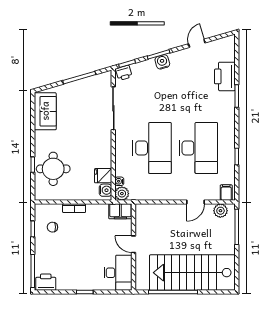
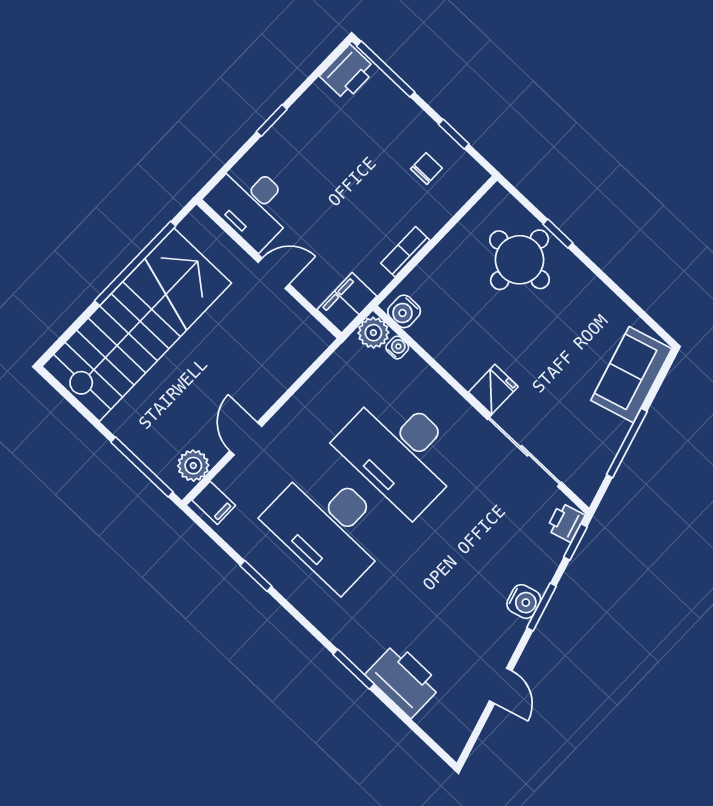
sofa: (45, 111) -> (631, 375), moved, turned 74
fridge: (103, 176) -> (493, 389), moved
bookcase: (74, 208) -> (405, 252), moved

